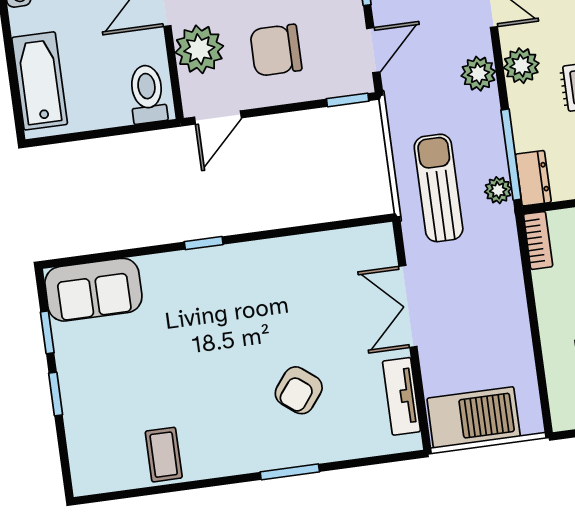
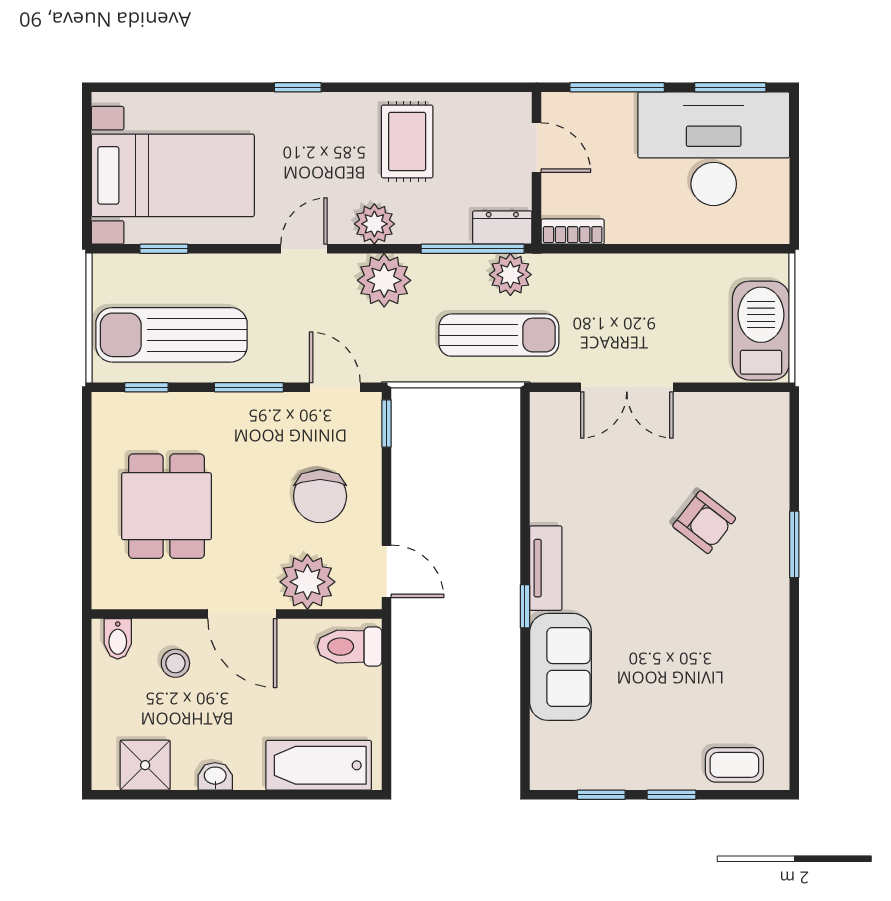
plant: (478, 74) -> (384, 280), width x1.36, depth x1.36
sun lounger: (439, 188) -> (499, 335), turned 180
plant: (498, 190) -> (510, 275), width x1.38, depth x1.38
sofa: (93, 290) -> (561, 667), moved
tv unit: (402, 396) -> (546, 568), moved, turned -90
coffee table: (164, 455) -> (734, 765), moved

